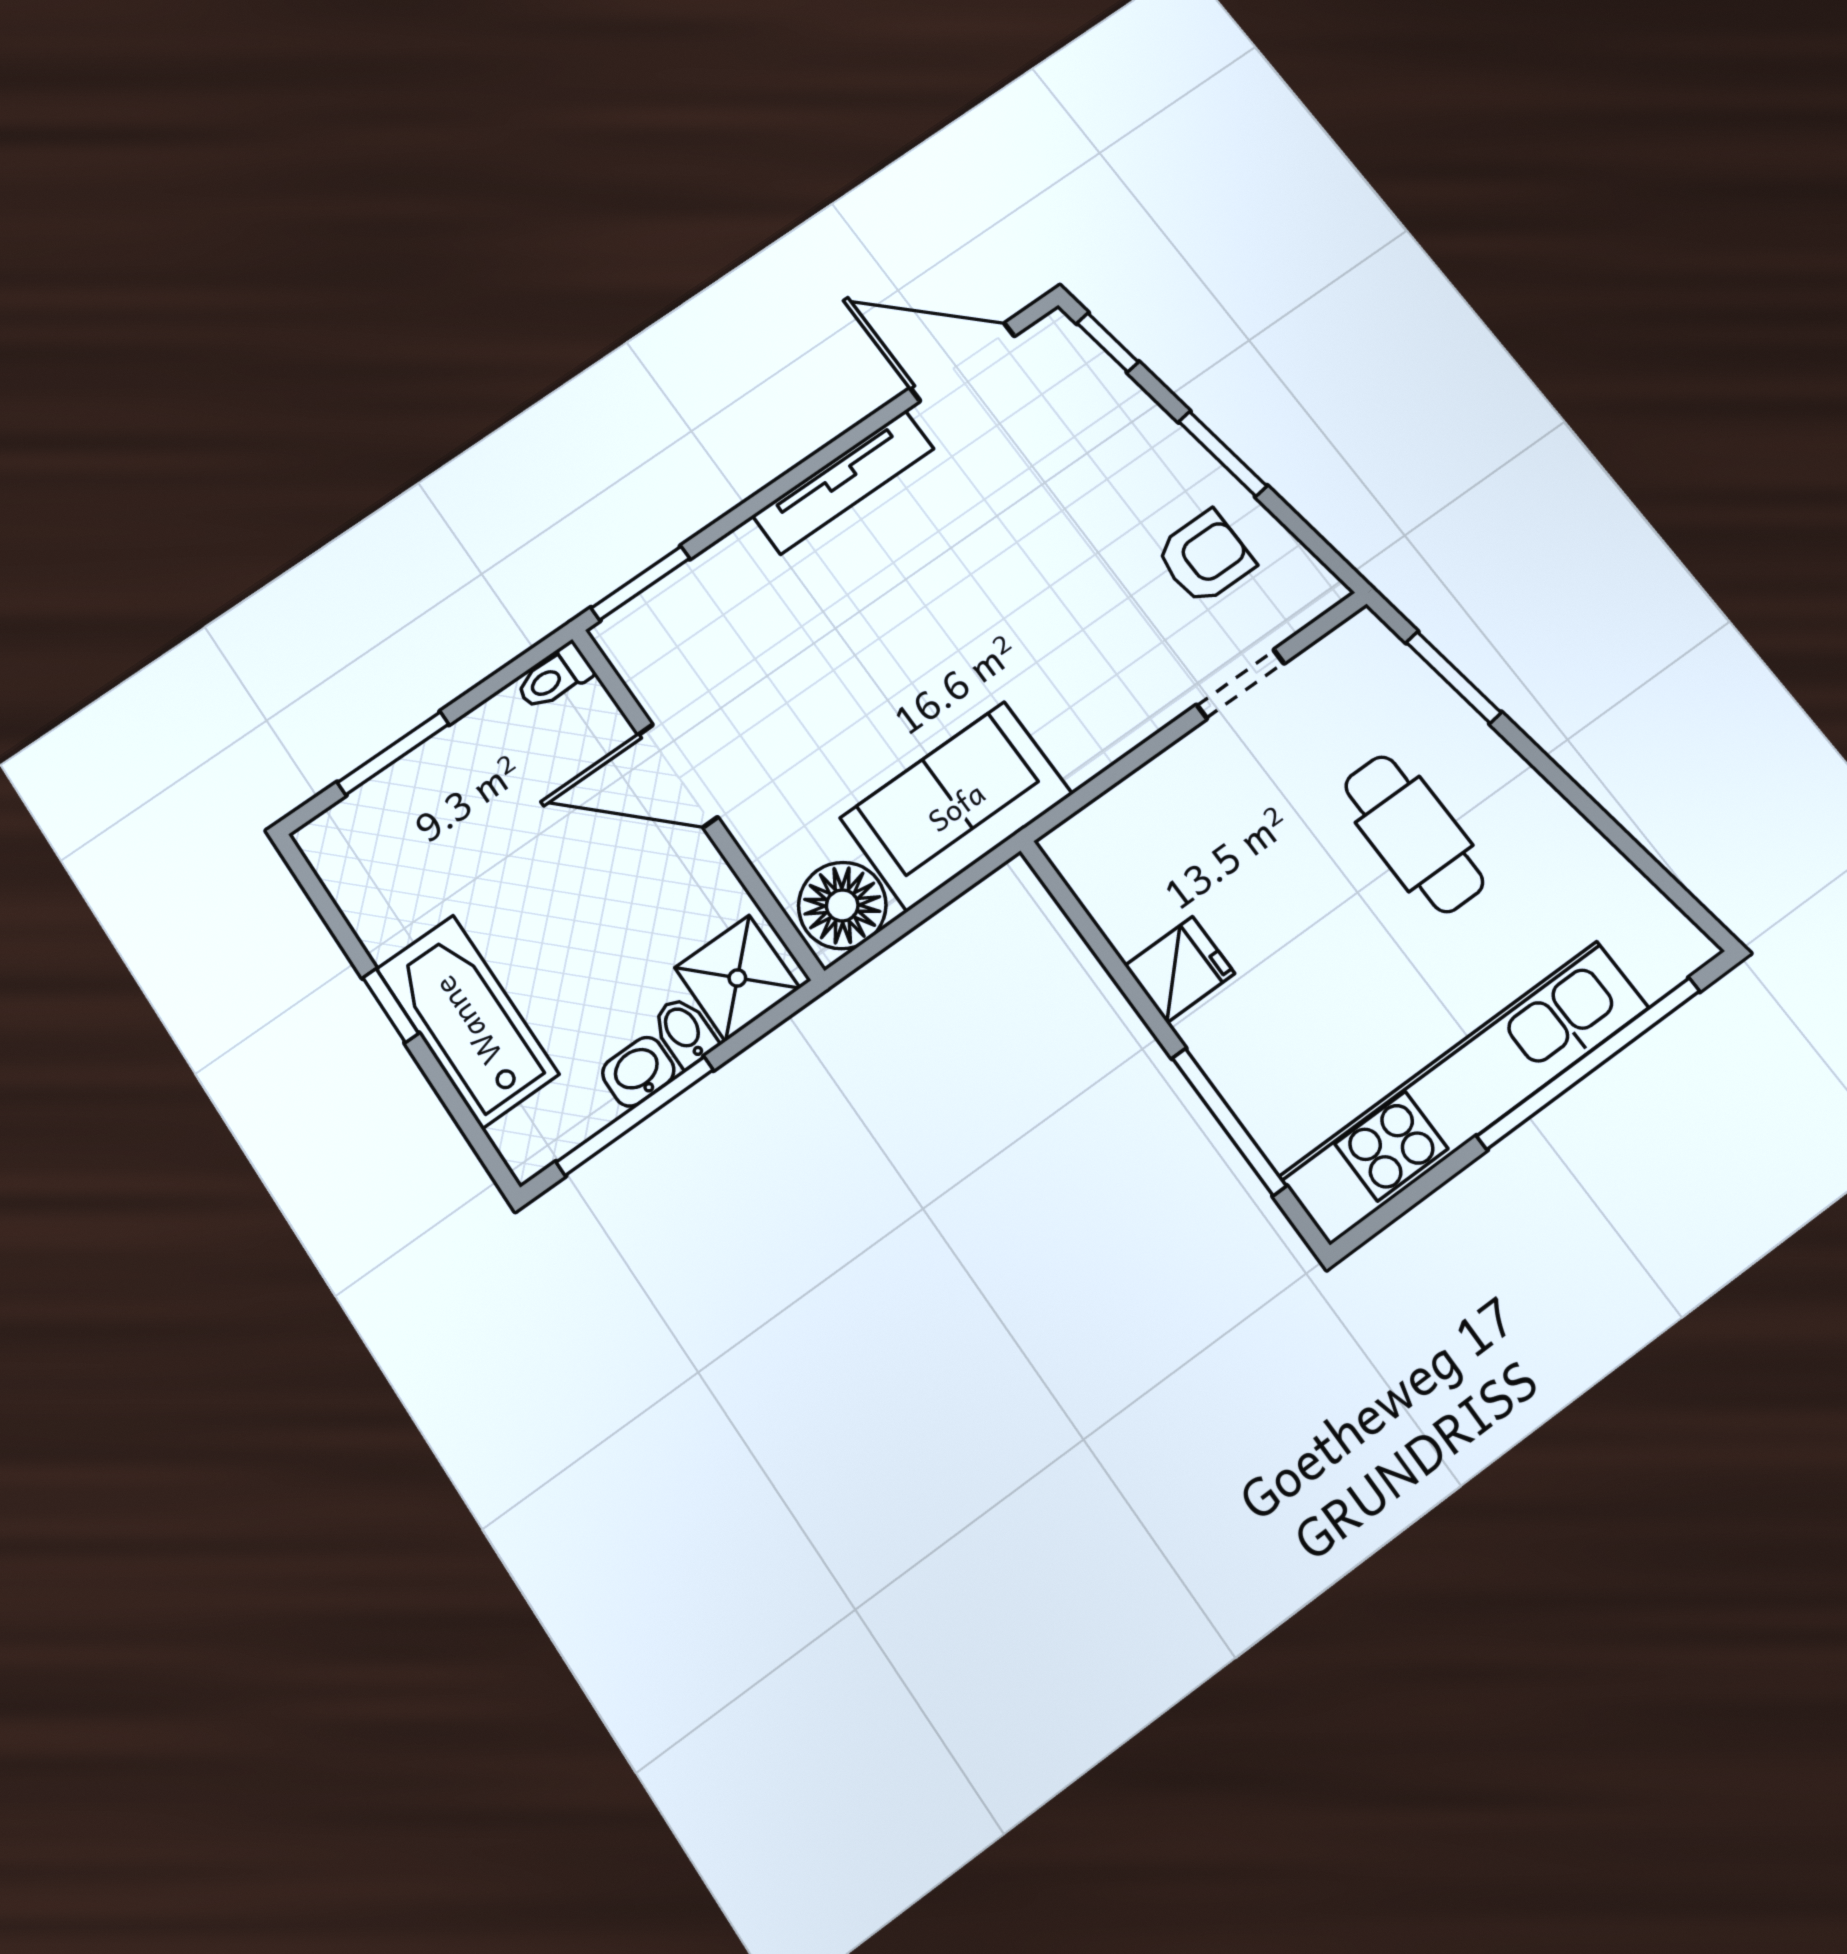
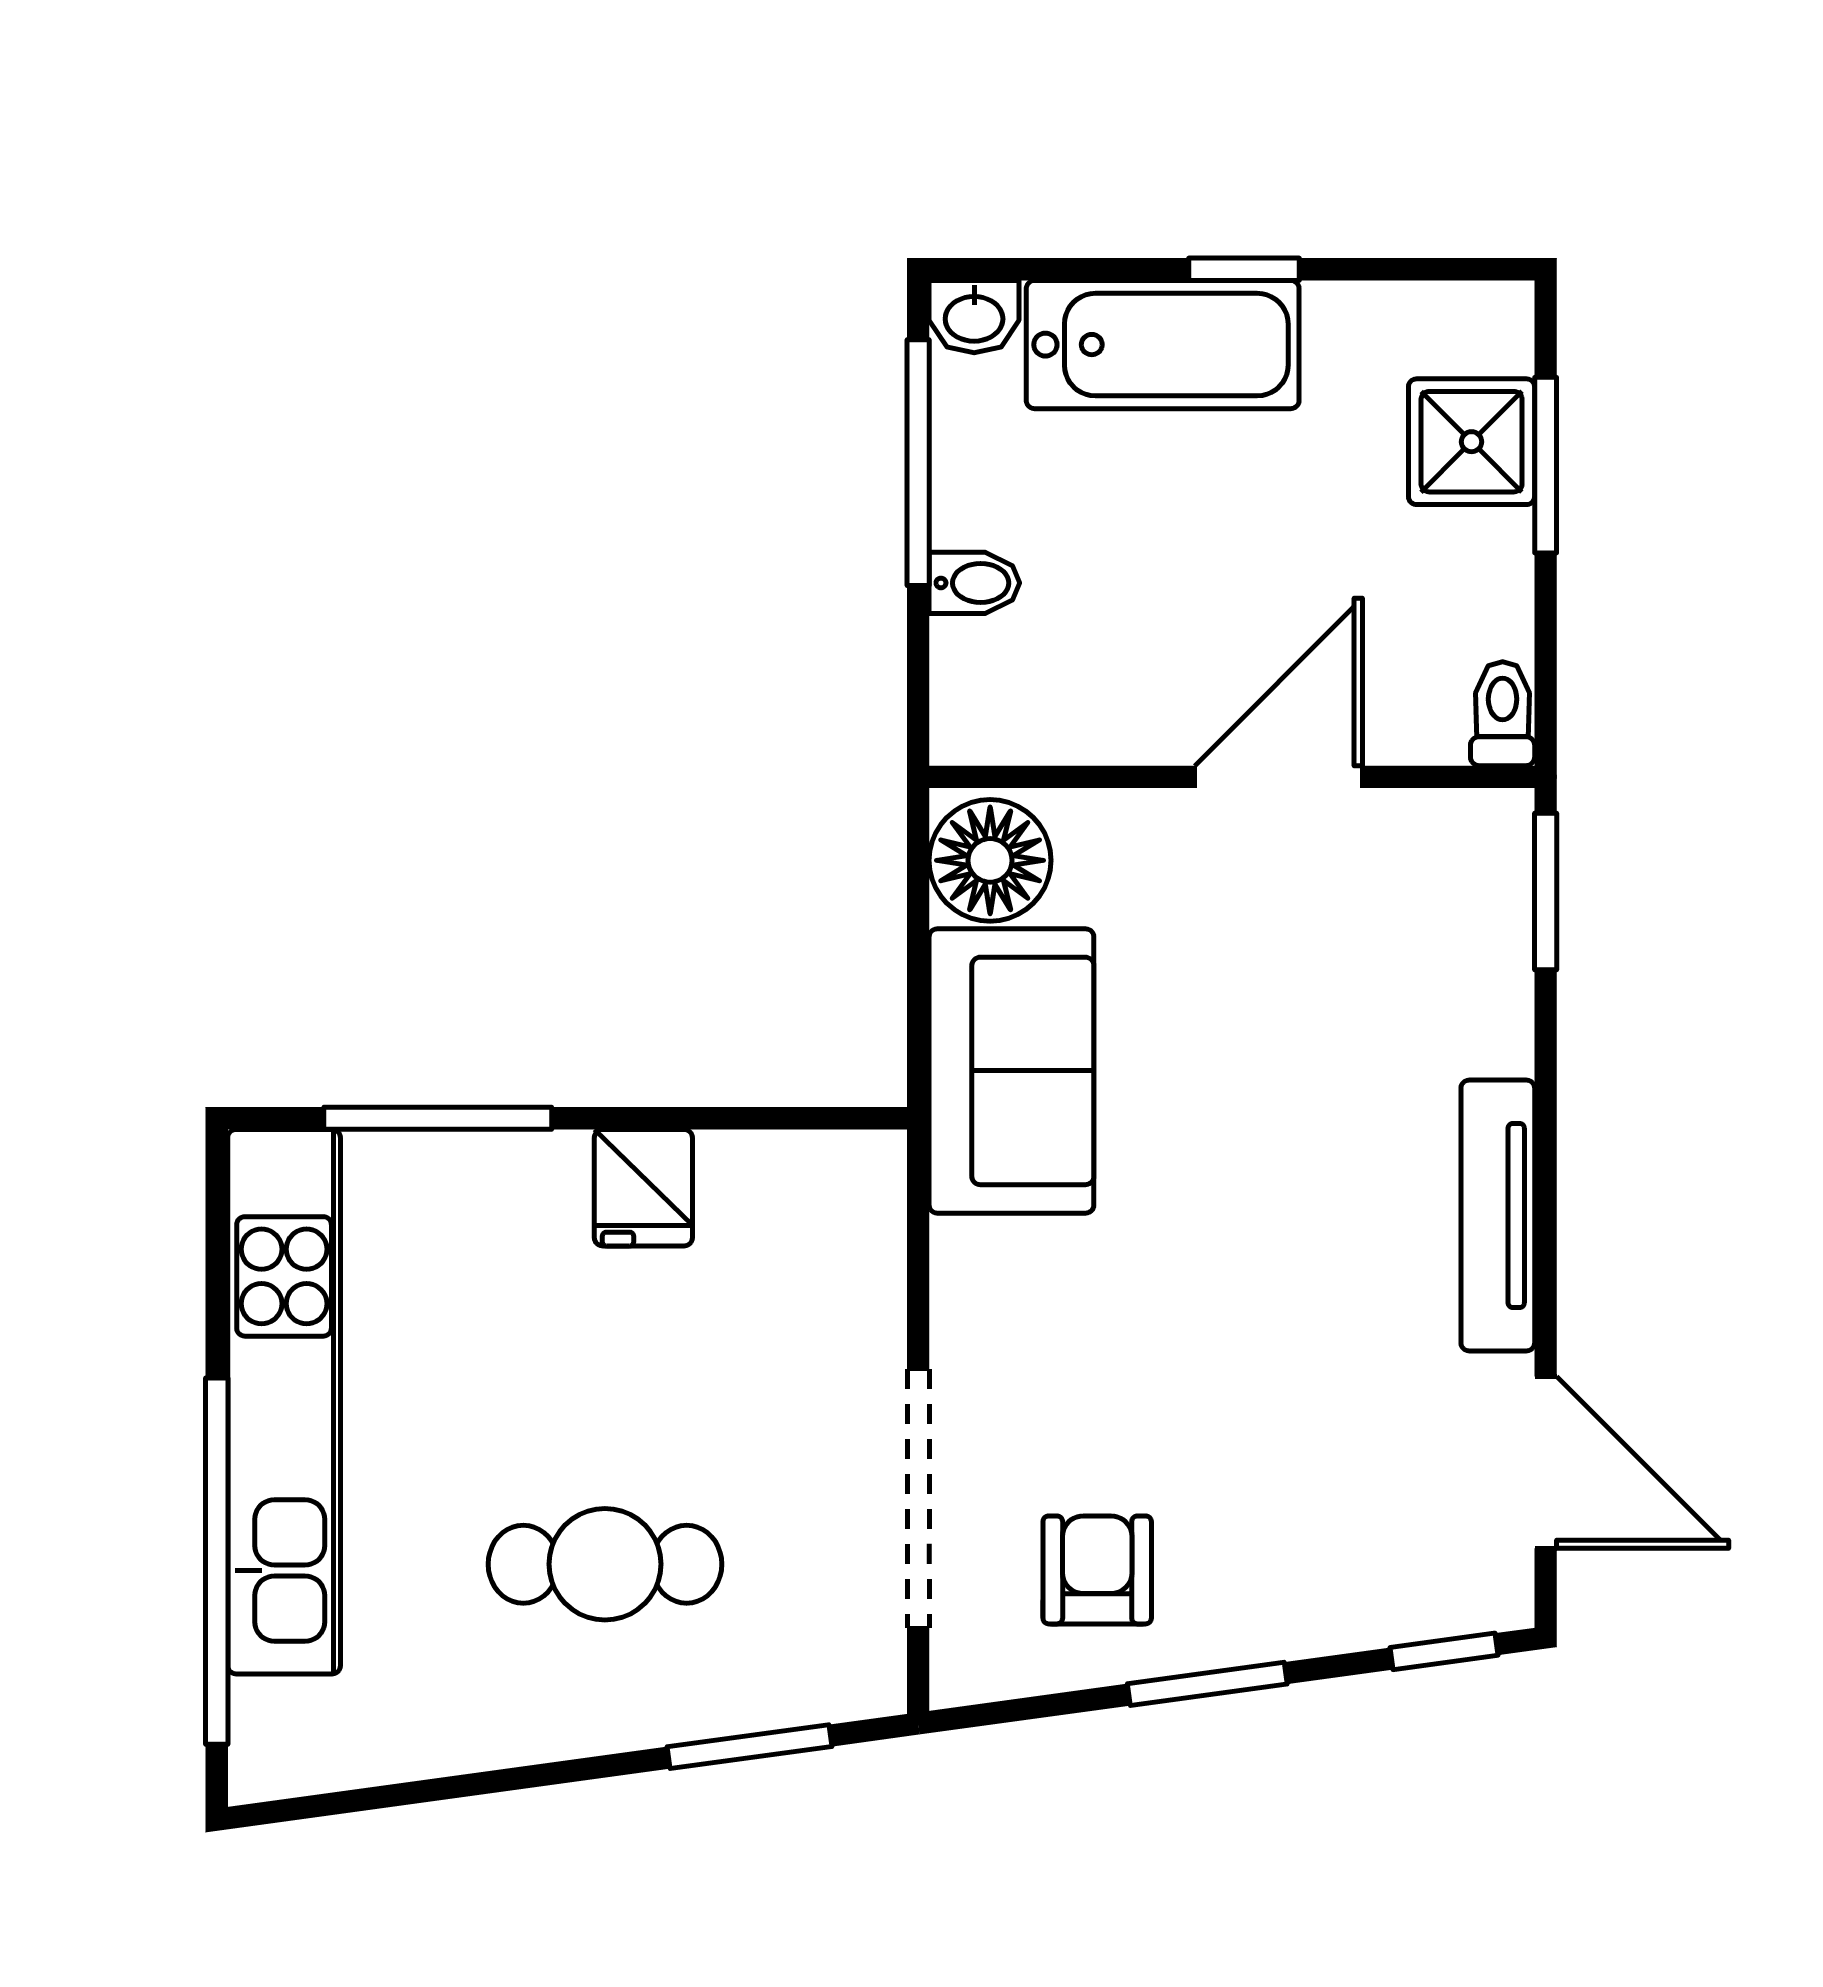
door: (962, 362) -> (1546, 1462), hinge flipped
armchair: (1205, 557) -> (1097, 1570), turned 180
doorway: (1240, 684) -> (918, 1499), width x1.88
shower: (737, 978) -> (1472, 442), moved
washbasin: (638, 1072) -> (974, 317), moved, turned 90

